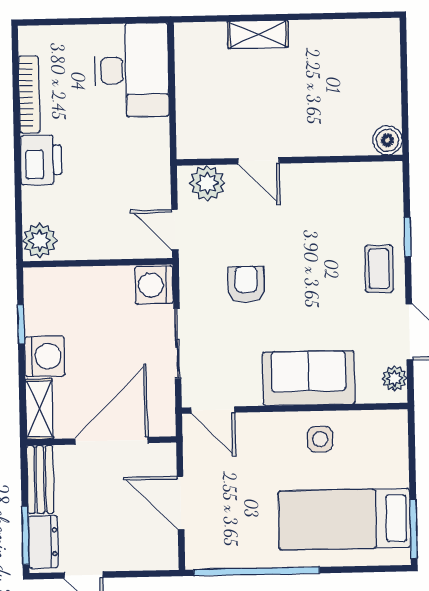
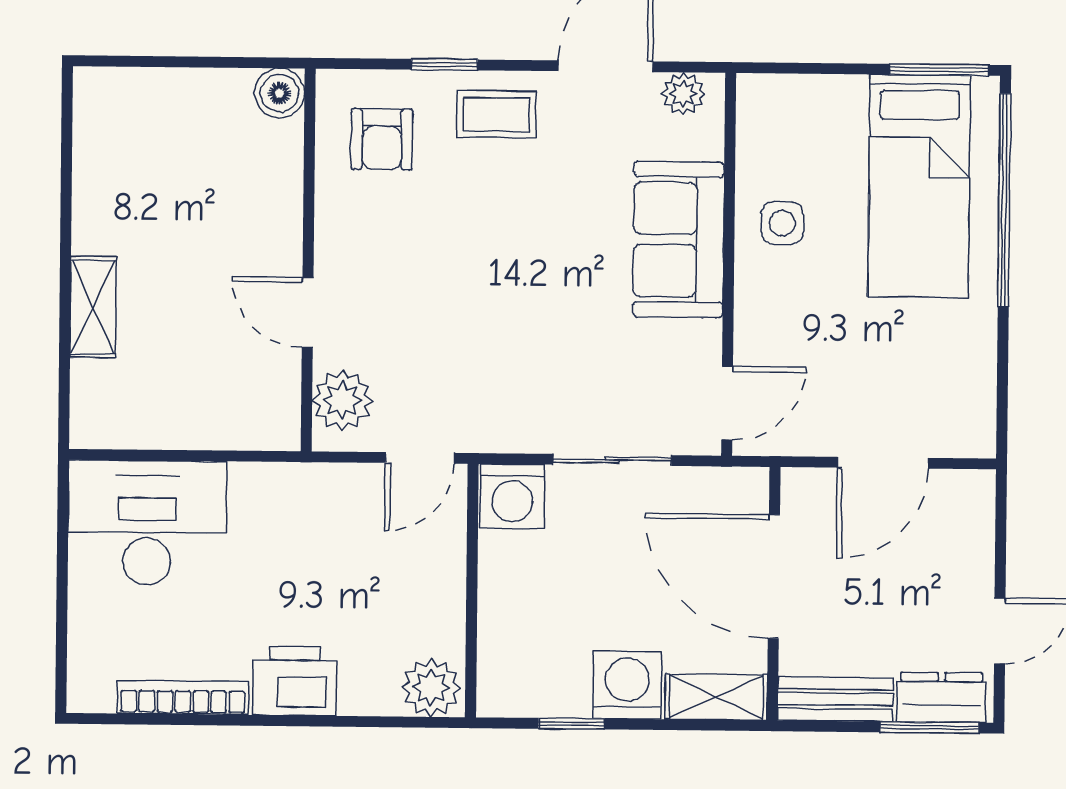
door: (259, 161) -> (308, 312), swing flipped
armchair: (246, 284) -> (382, 139), moved, turned -90
window: (257, 571) -> (1004, 200), moved

